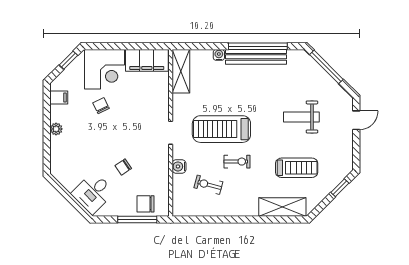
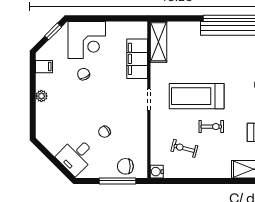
water cooler: (219, 55) -> (194, 27), removed
filing cabinet: (147, 60) -> (137, 59), moved, turned 90
water cooler: (179, 166) -> (157, 172), moved

